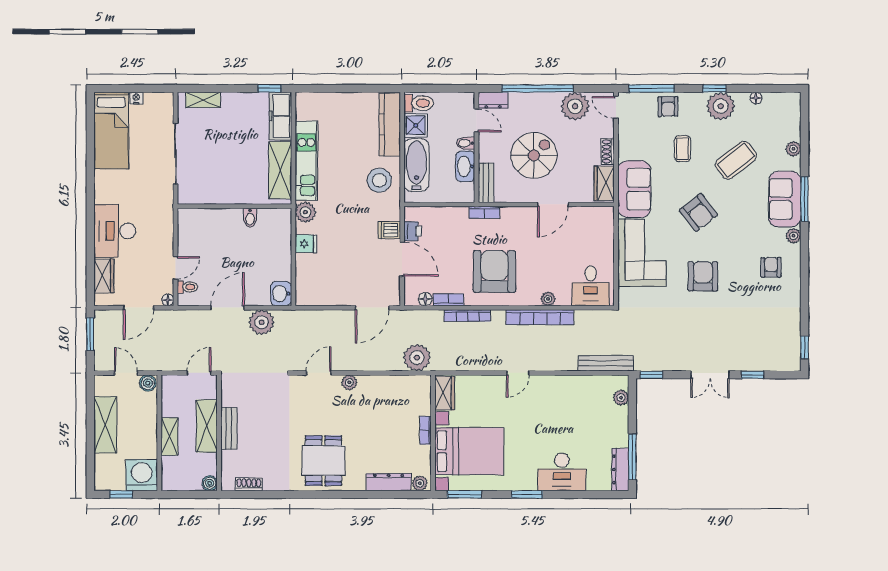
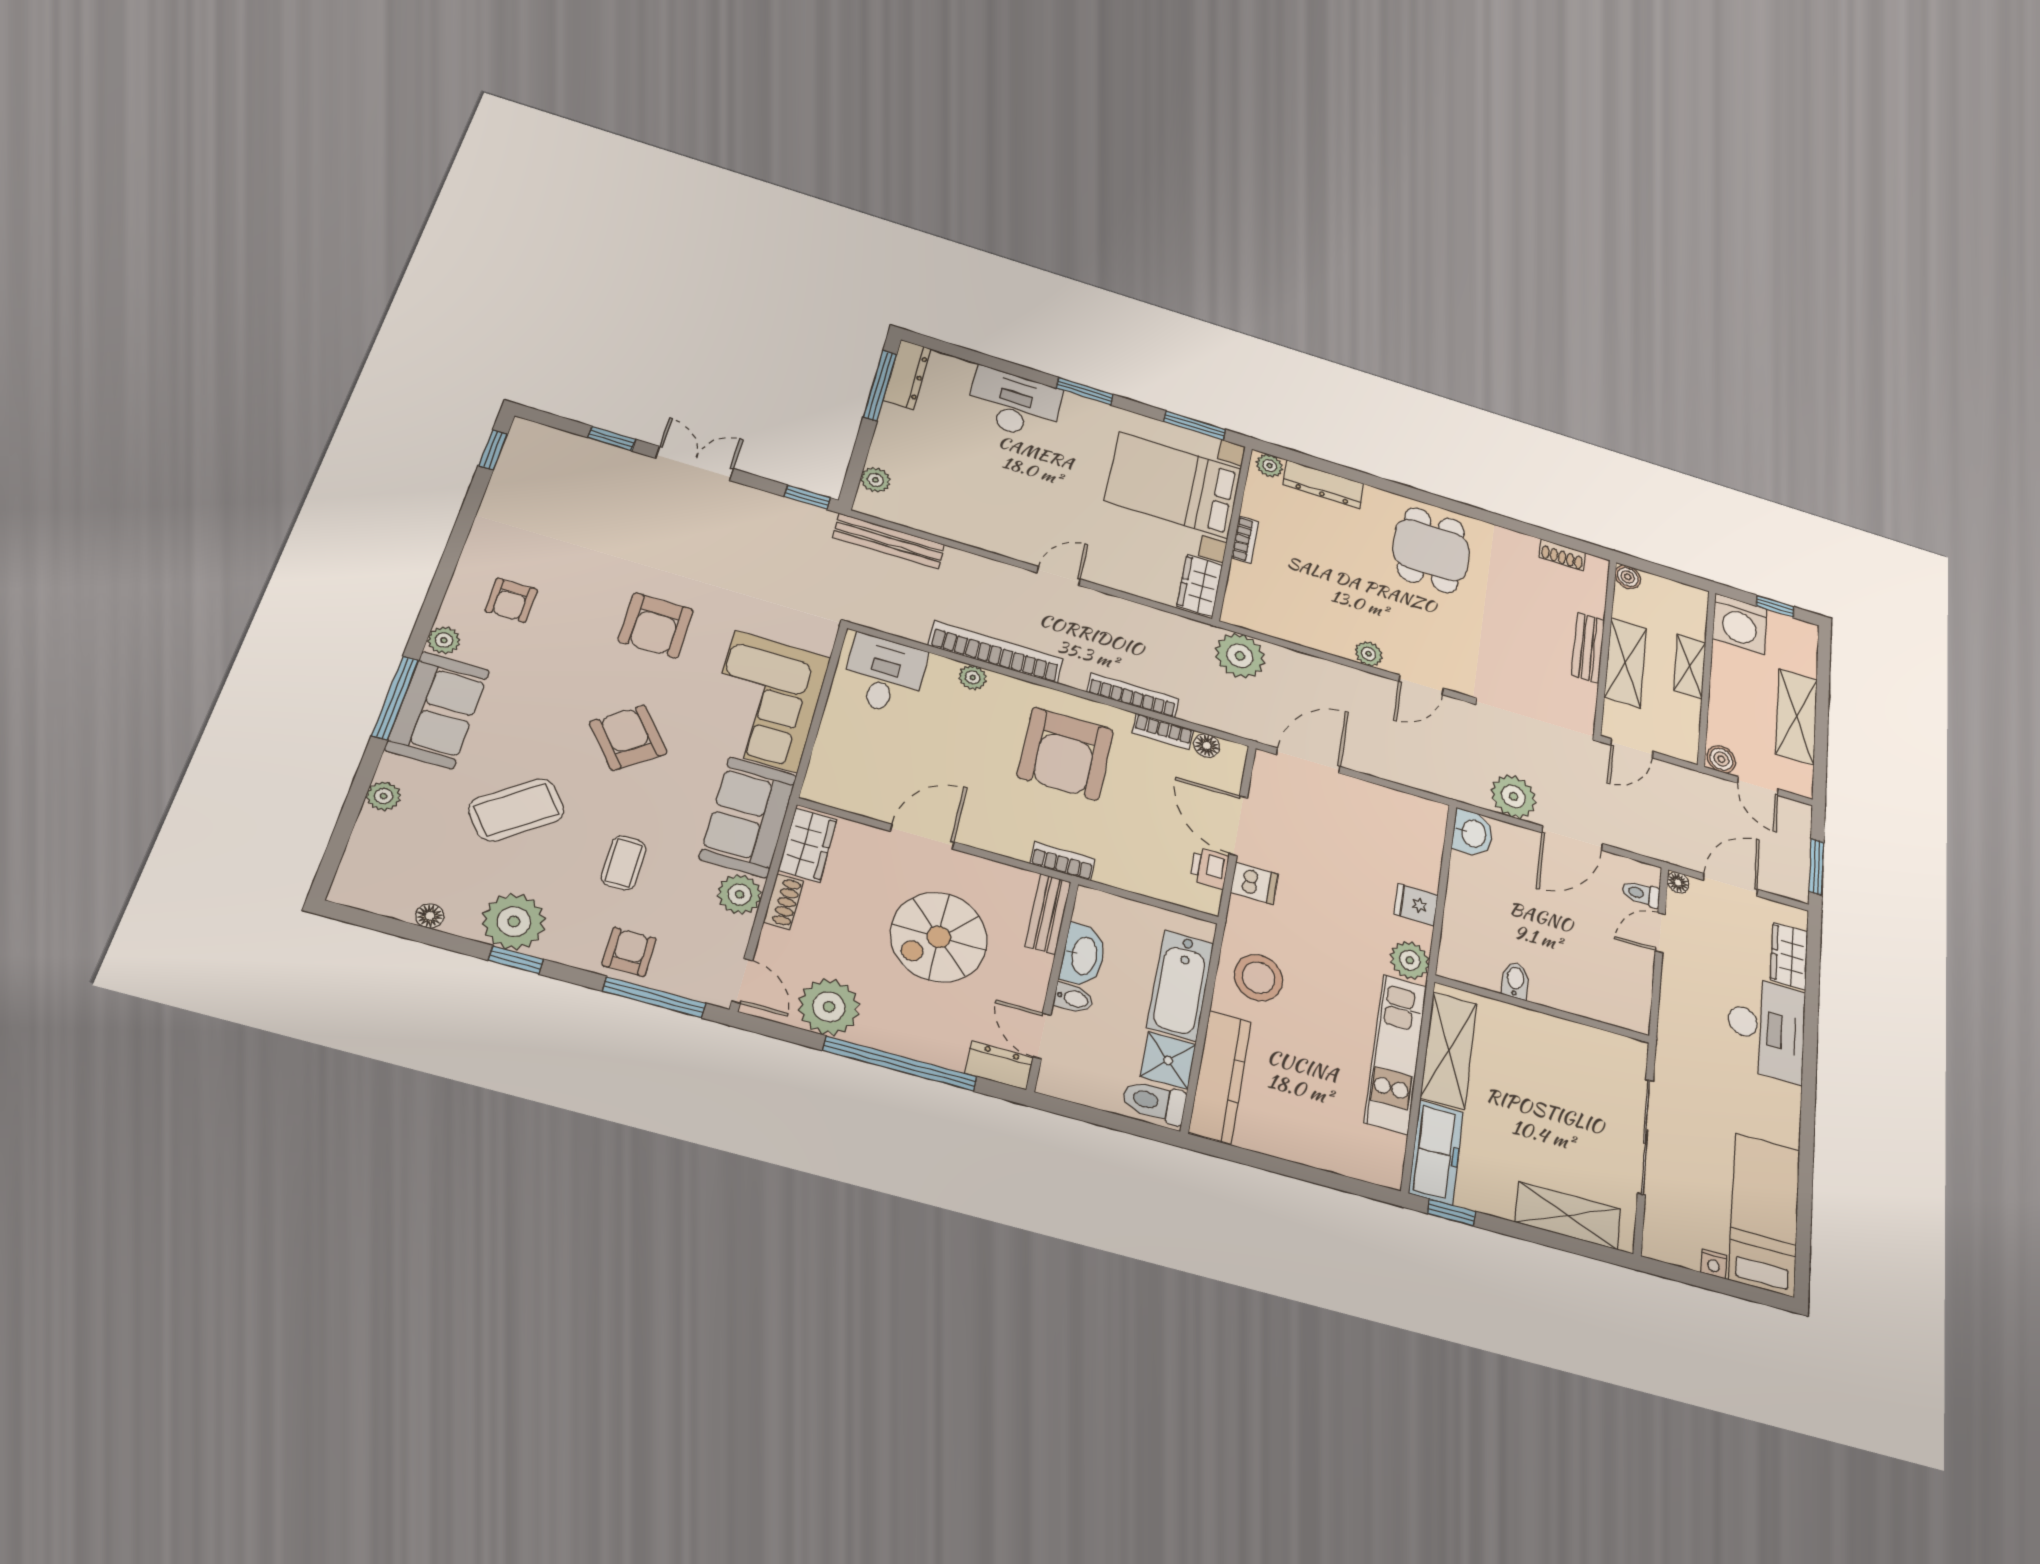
shelving: (203, 100) -> (1568, 1215), width x1.50, depth x1.33
plant: (628, 149) -> (739, 894), added

